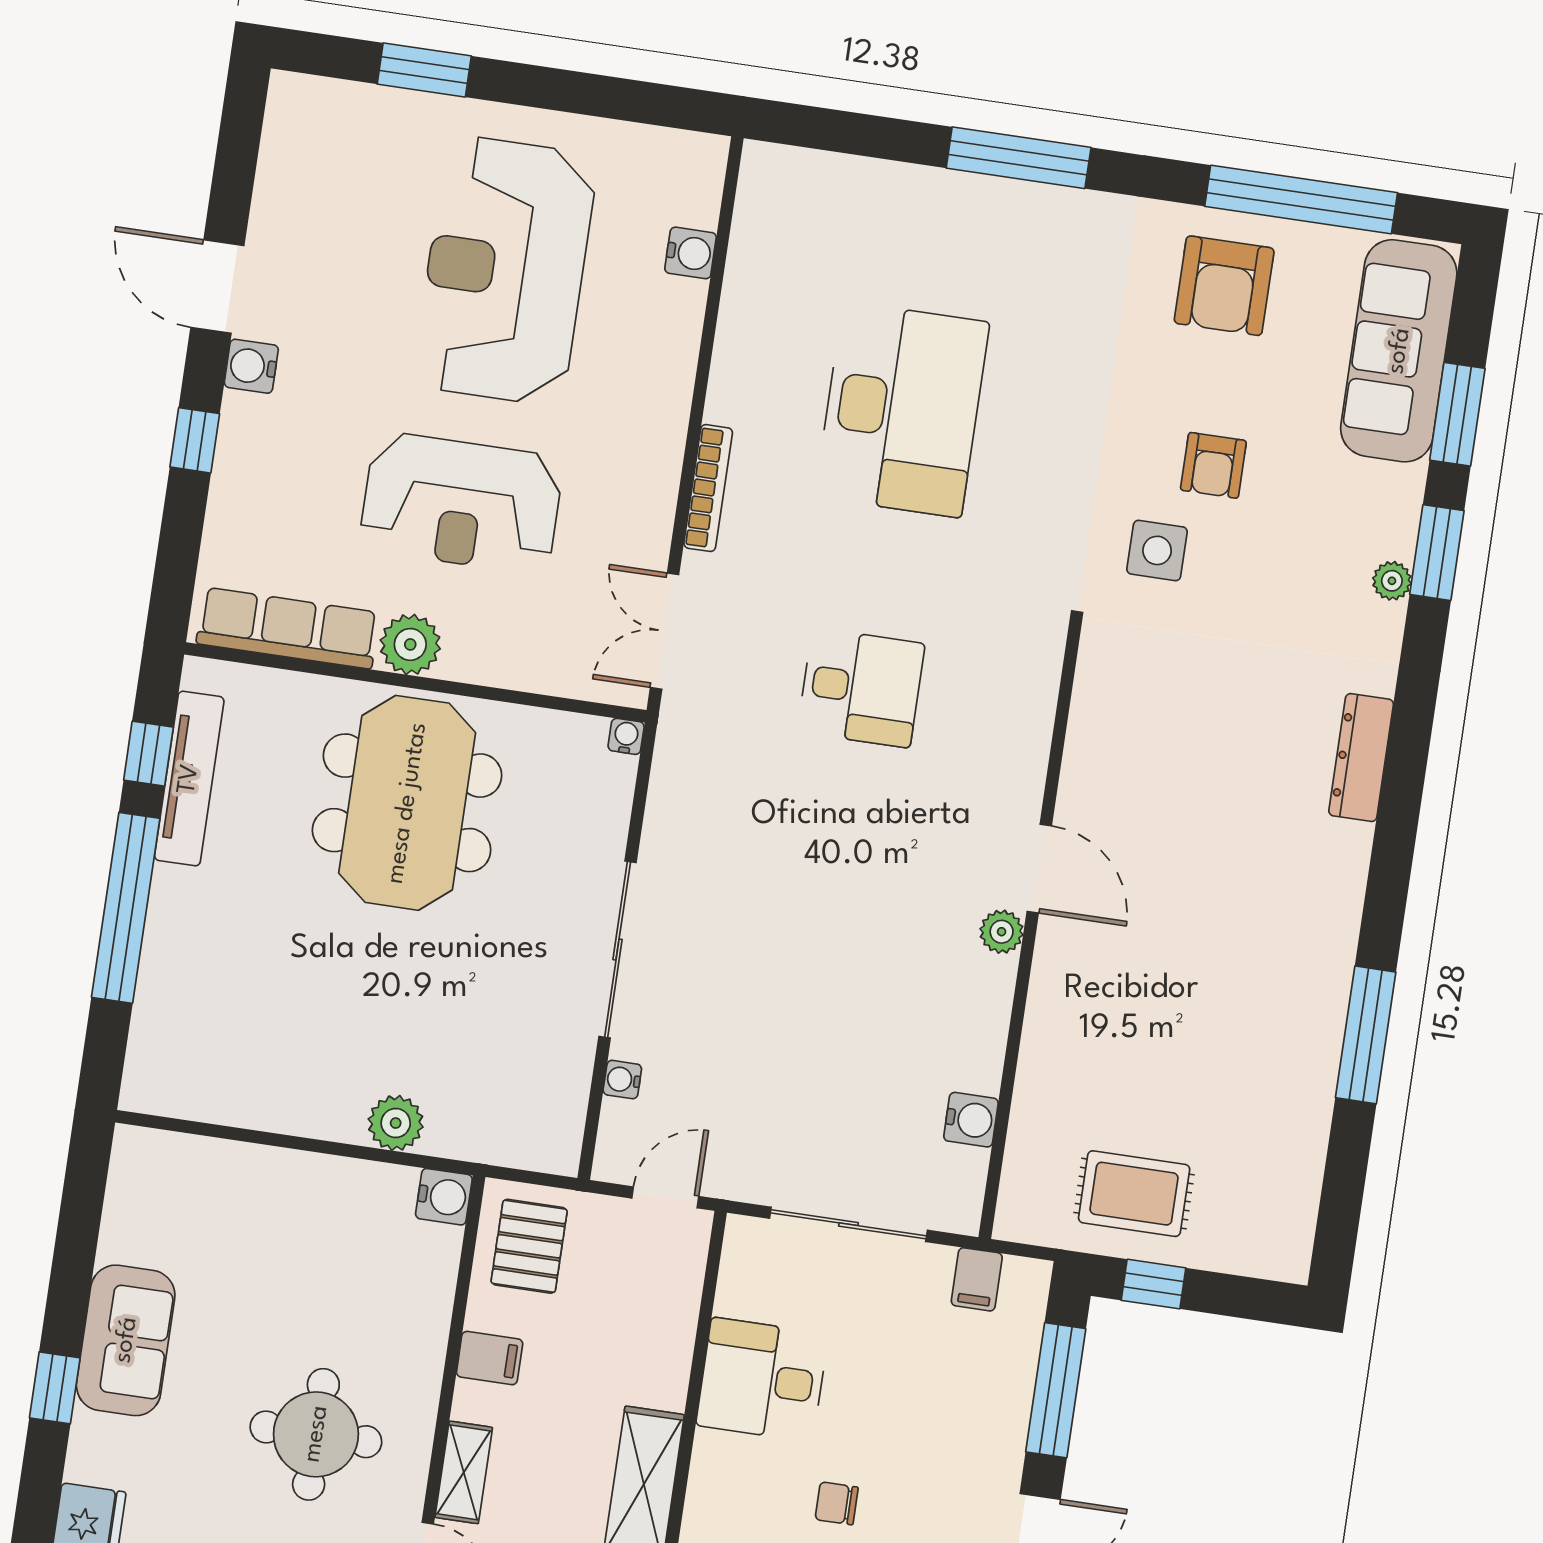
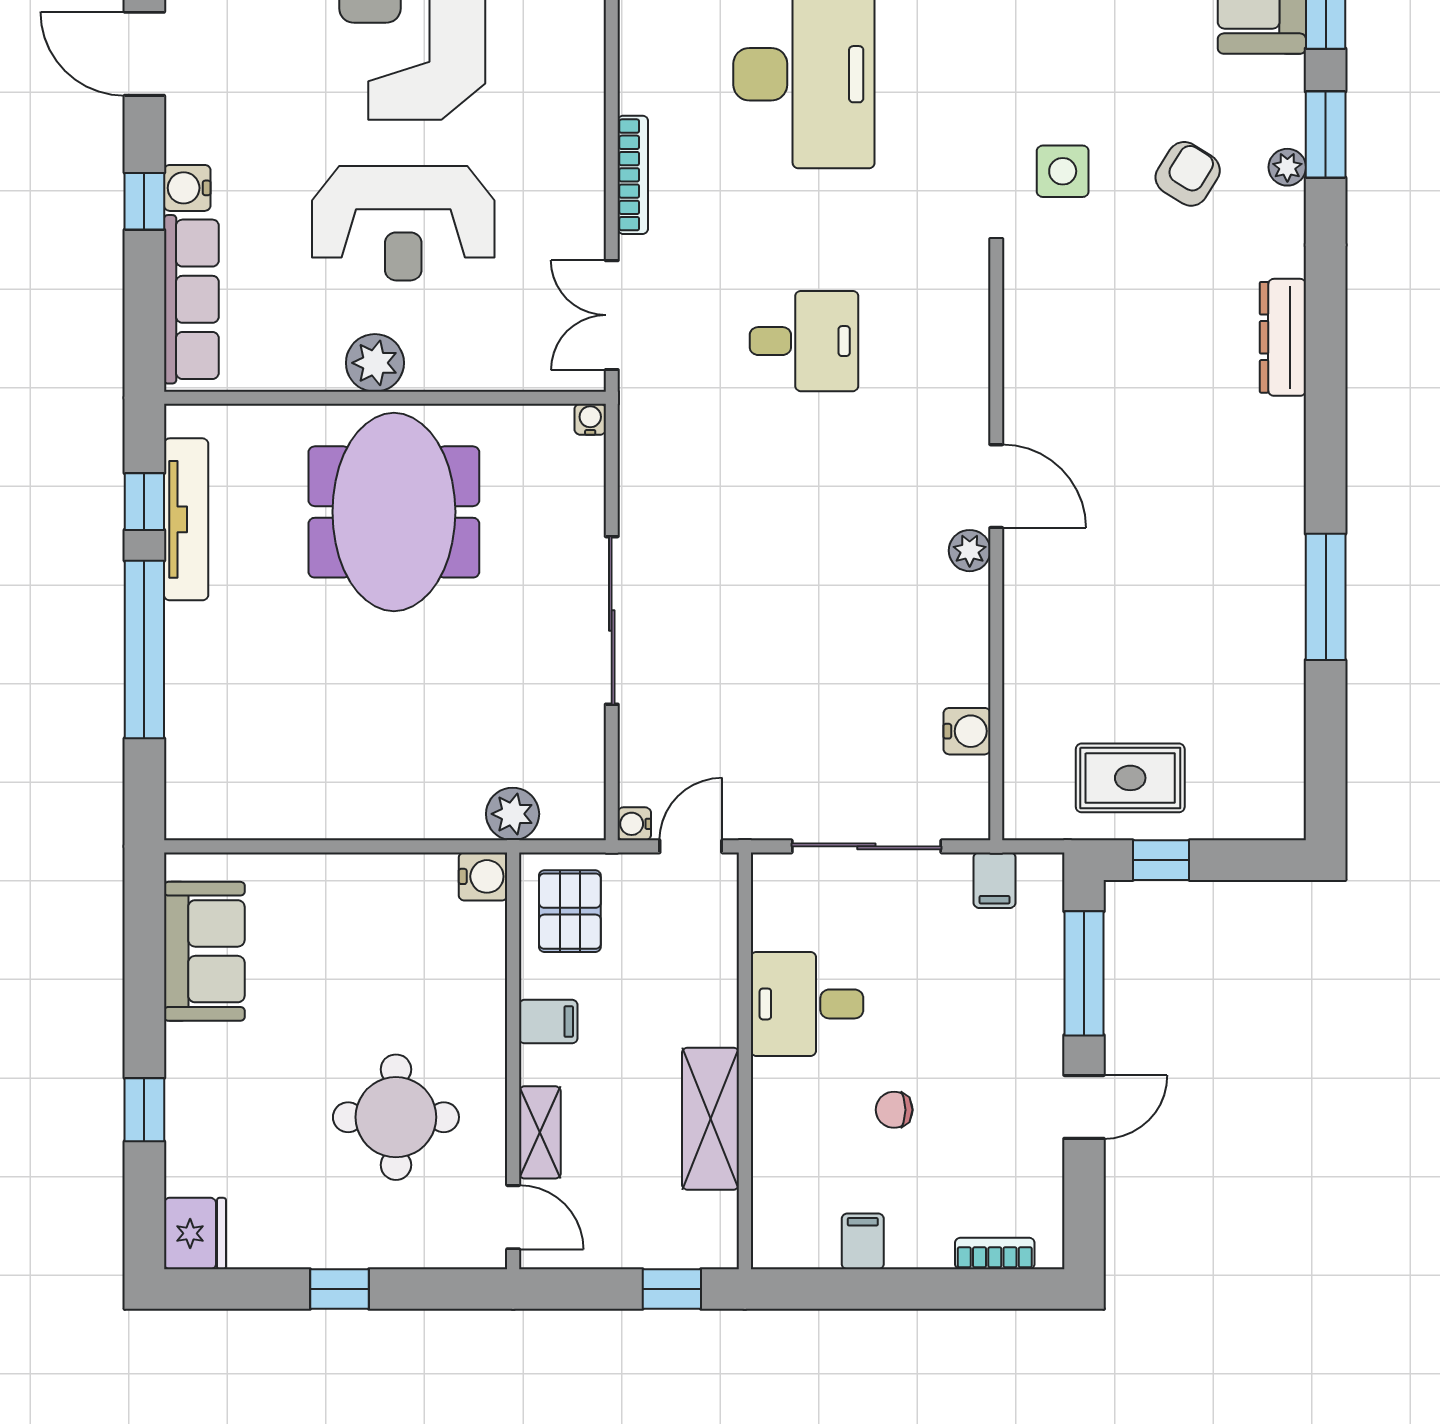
water cooler: (251, 366) -> (187, 188), moved
armchair: (1213, 465) -> (1188, 174), moved, turned -148
row of seats: (288, 628) -> (191, 299), moved, turned 90
water cooler: (622, 1080) -> (634, 824), moved
plant: (396, 1123) -> (513, 814), moved
sofa: (126, 1340) -> (204, 951), moved

